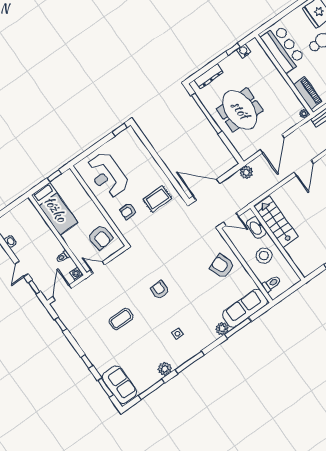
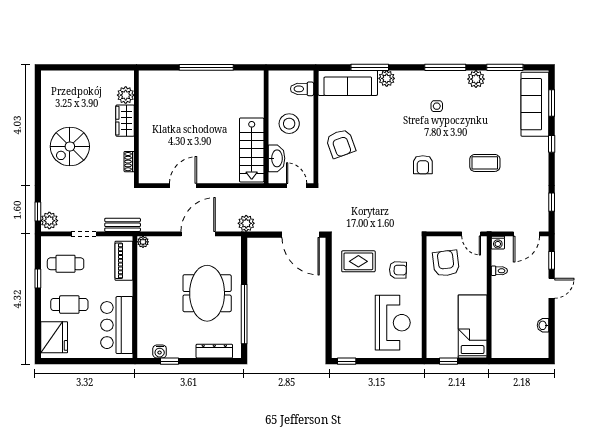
sofa: (119, 385) -> (535, 104), width x1.36

